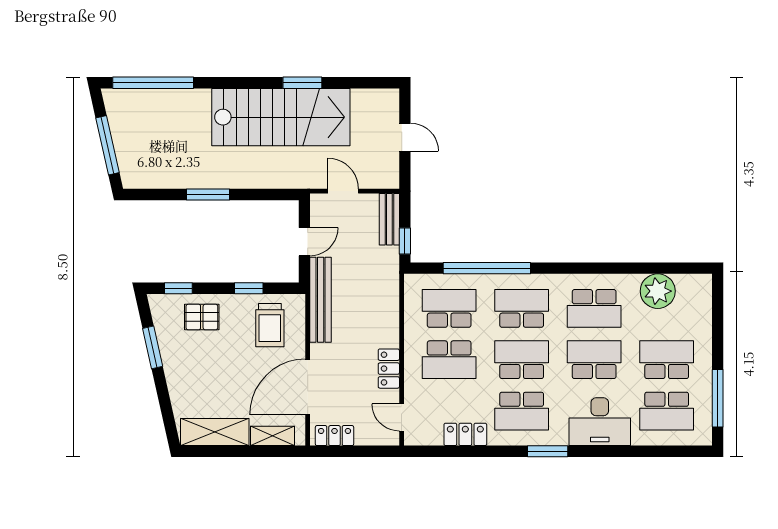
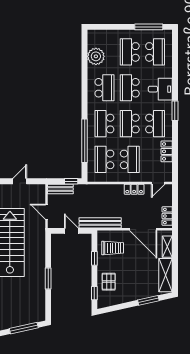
door: (343, 191) -> (46, 212), hinge flipped
window: (153, 347) -> (148, 300), moved
desk: (600, 422) -> (160, 89), width x0.73

